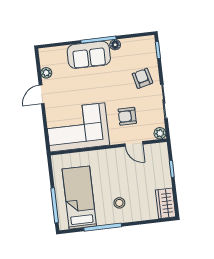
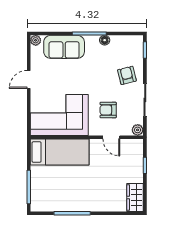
sofa: (89, 55) -> (64, 47), moved
plant: (46, 73) -> (36, 40), moved
bed: (79, 198) -> (60, 152), moved, turned 90
stool: (119, 203) -> (91, 192), removed

